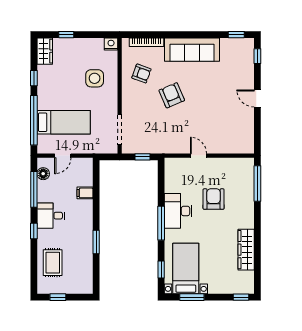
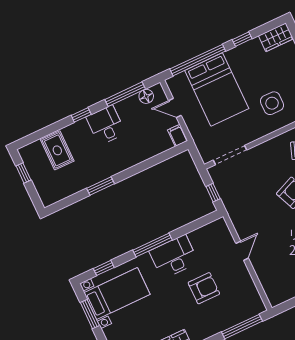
bed: (64, 122) -> (217, 89), width x1.50
filing cabinet: (85, 193) -> (178, 135), moved
rug: (53, 263) -> (57, 150), turned 90

